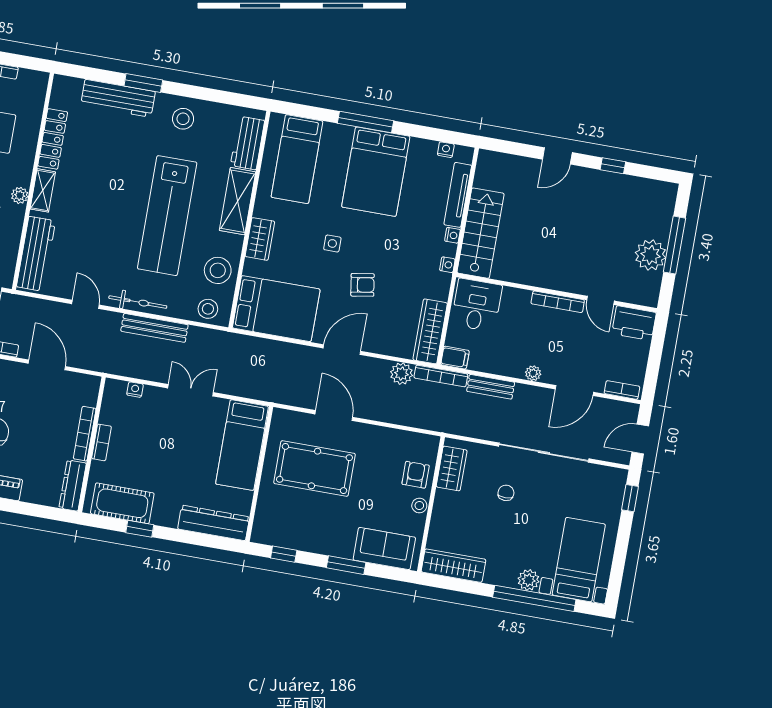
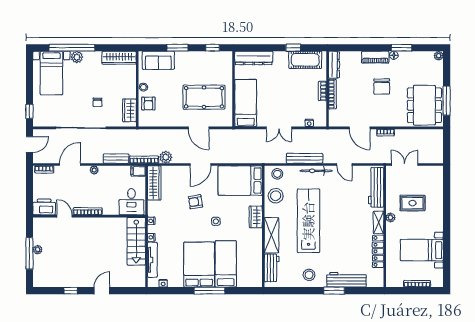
bed: (297, 159) -> (226, 264), moved
plant: (651, 255) -> (38, 250), width x0.53, depth x0.53

